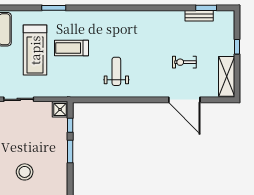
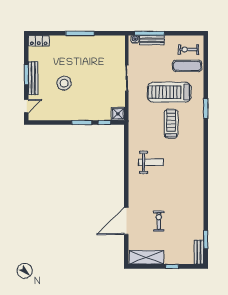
bench: (199, 16) -> (199, 252), moved

